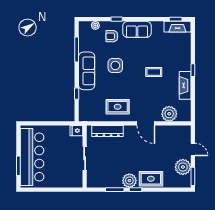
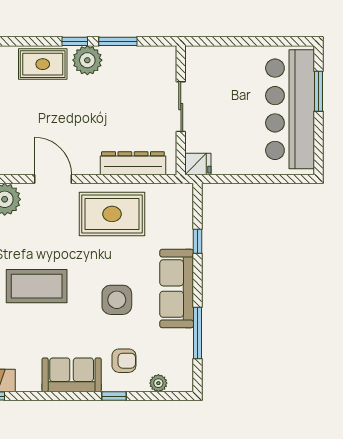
coffee table: (154, 72) -> (37, 286), width x1.86, depth x1.72
rug: (118, 107) -> (112, 214), width x1.36, depth x1.43

